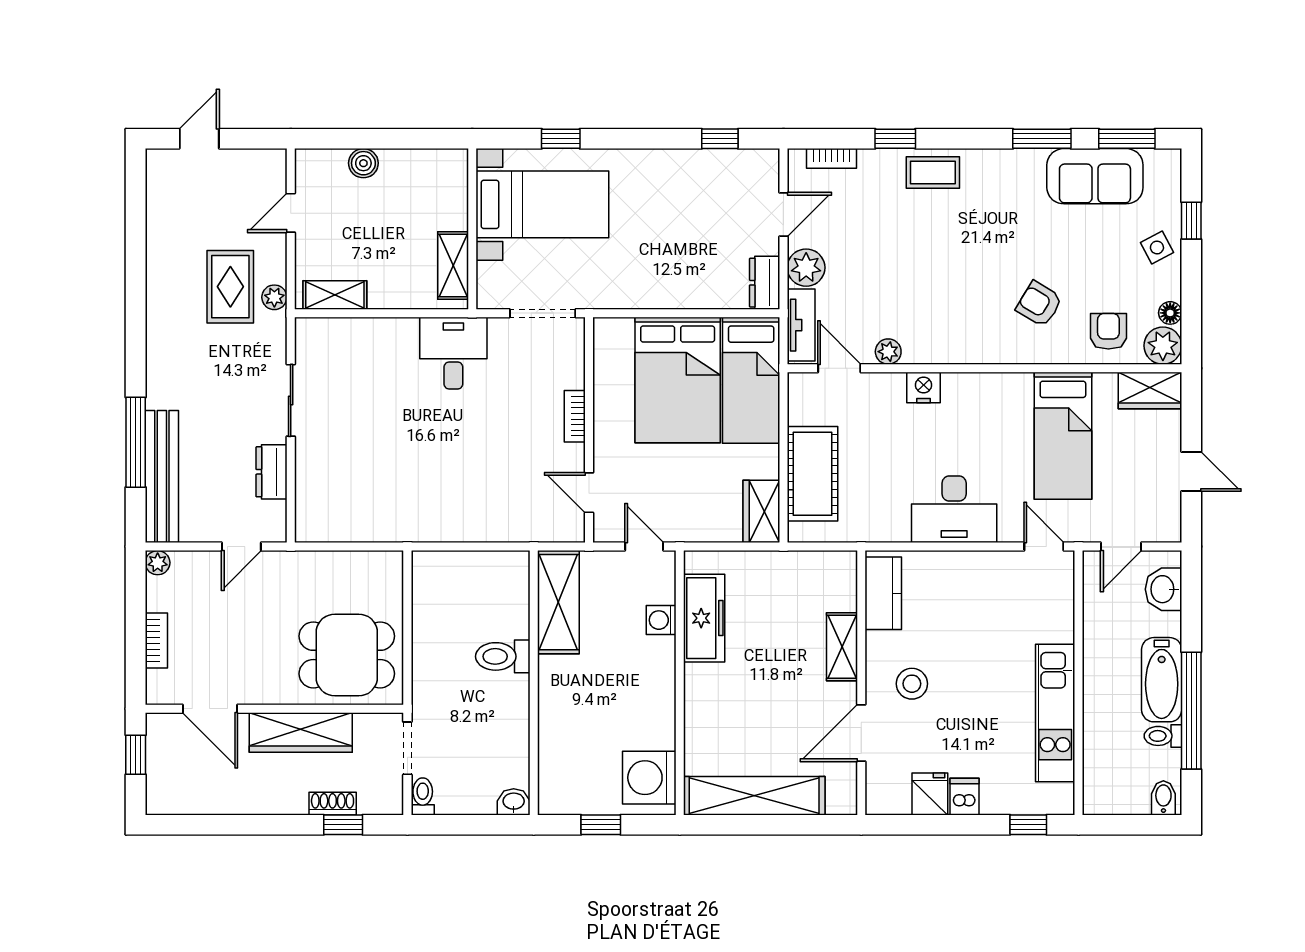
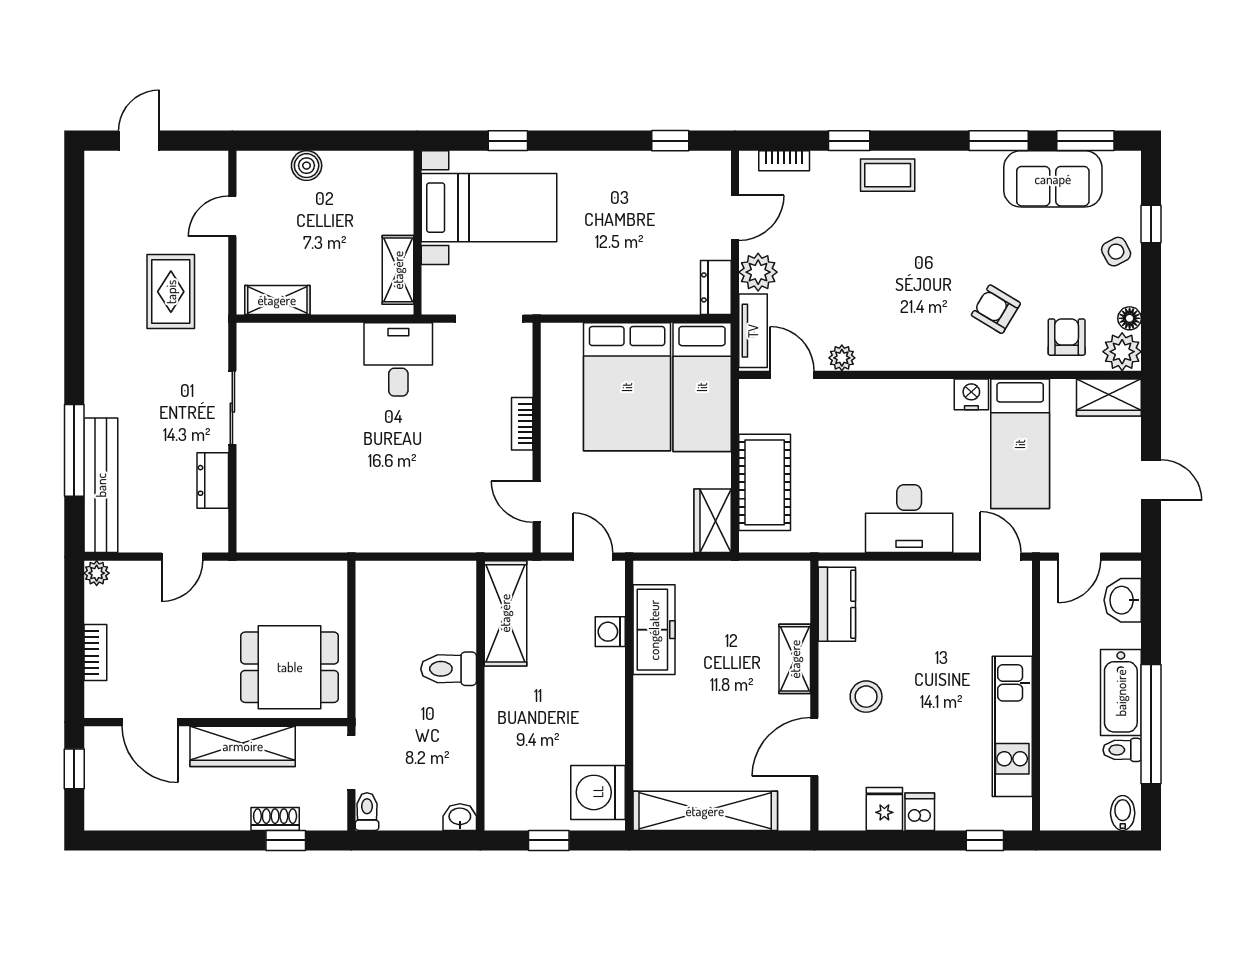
plant: (274, 297) -> (216, 302), removed
nightstand: (924, 387) -> (971, 394), moved

